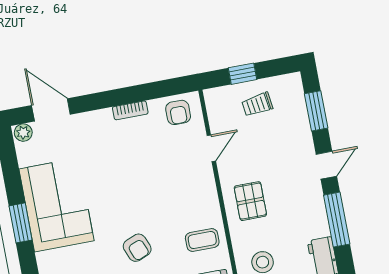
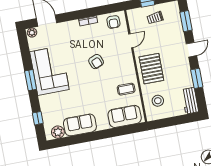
pallet: (250, 201) -> (151, 69), width x1.50, depth x1.42
window: (337, 220) -> (197, 78), width x0.69
armchair: (137, 248) -> (96, 62), moved

